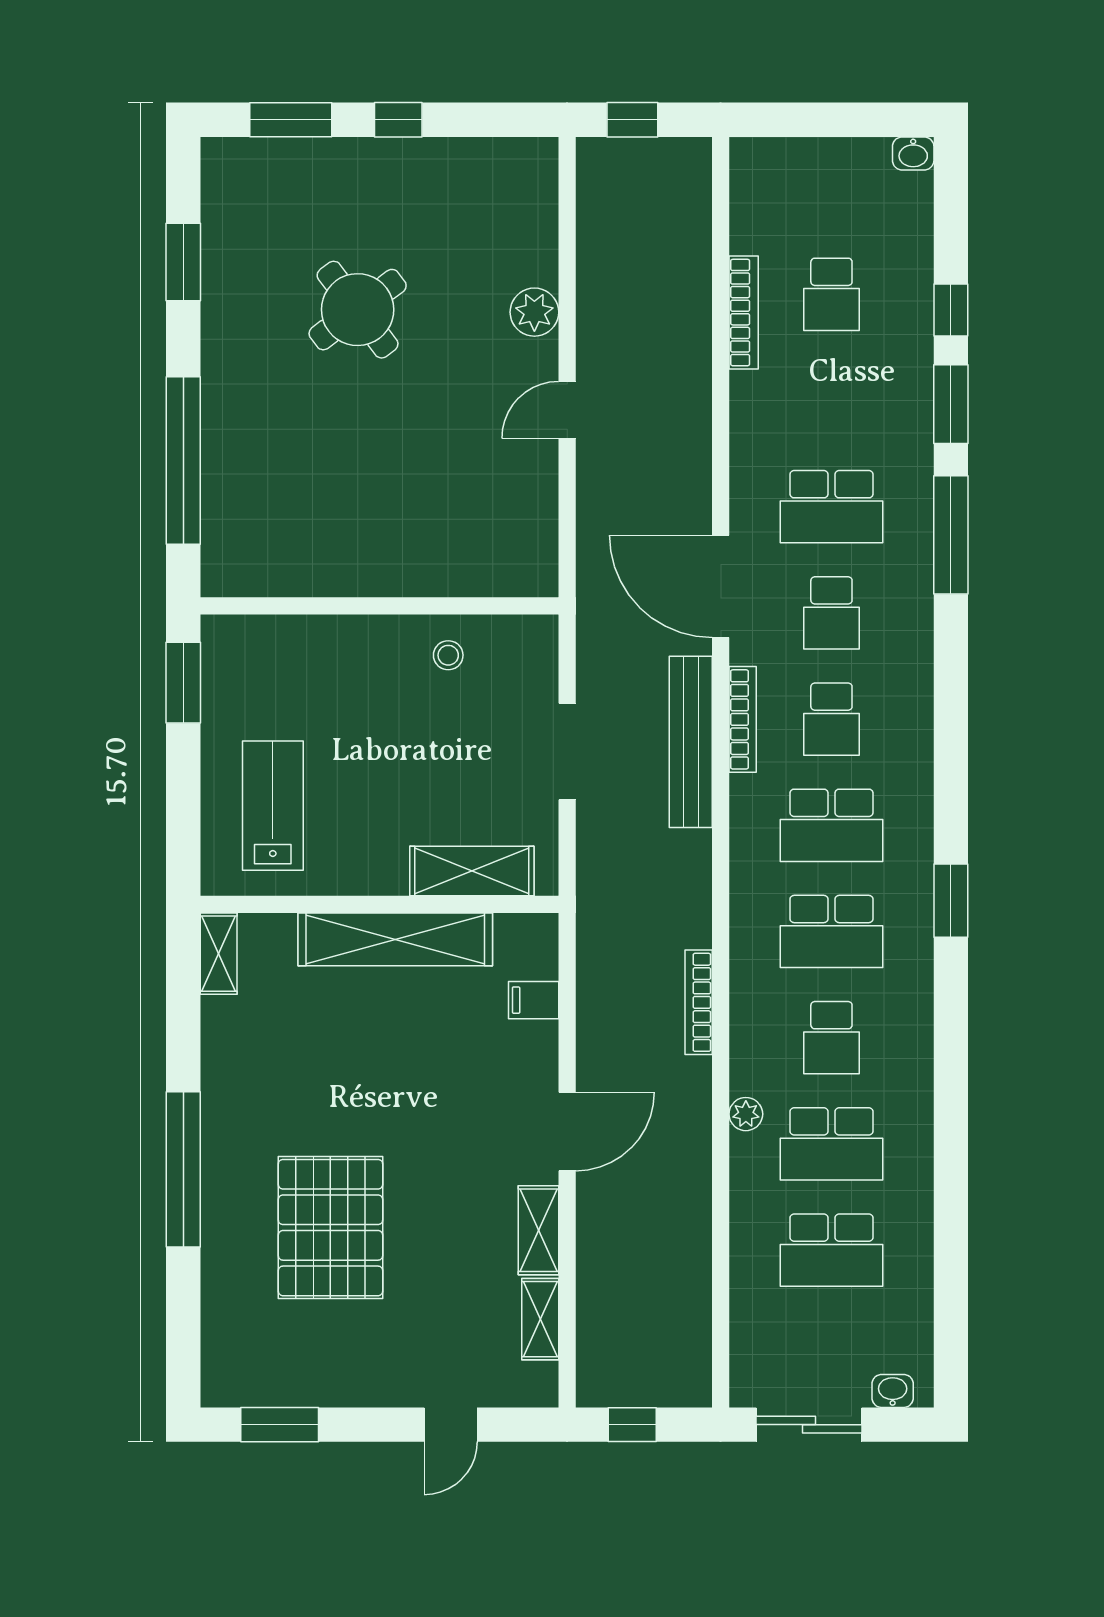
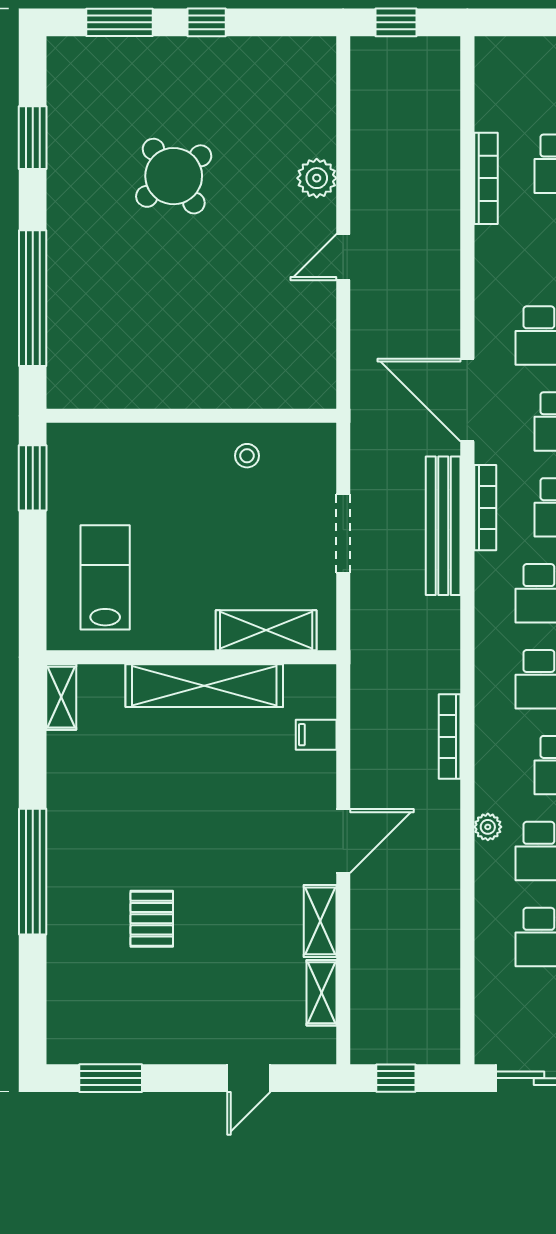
pallet: (330, 1228) -> (152, 919), width x0.49, depth x0.50

